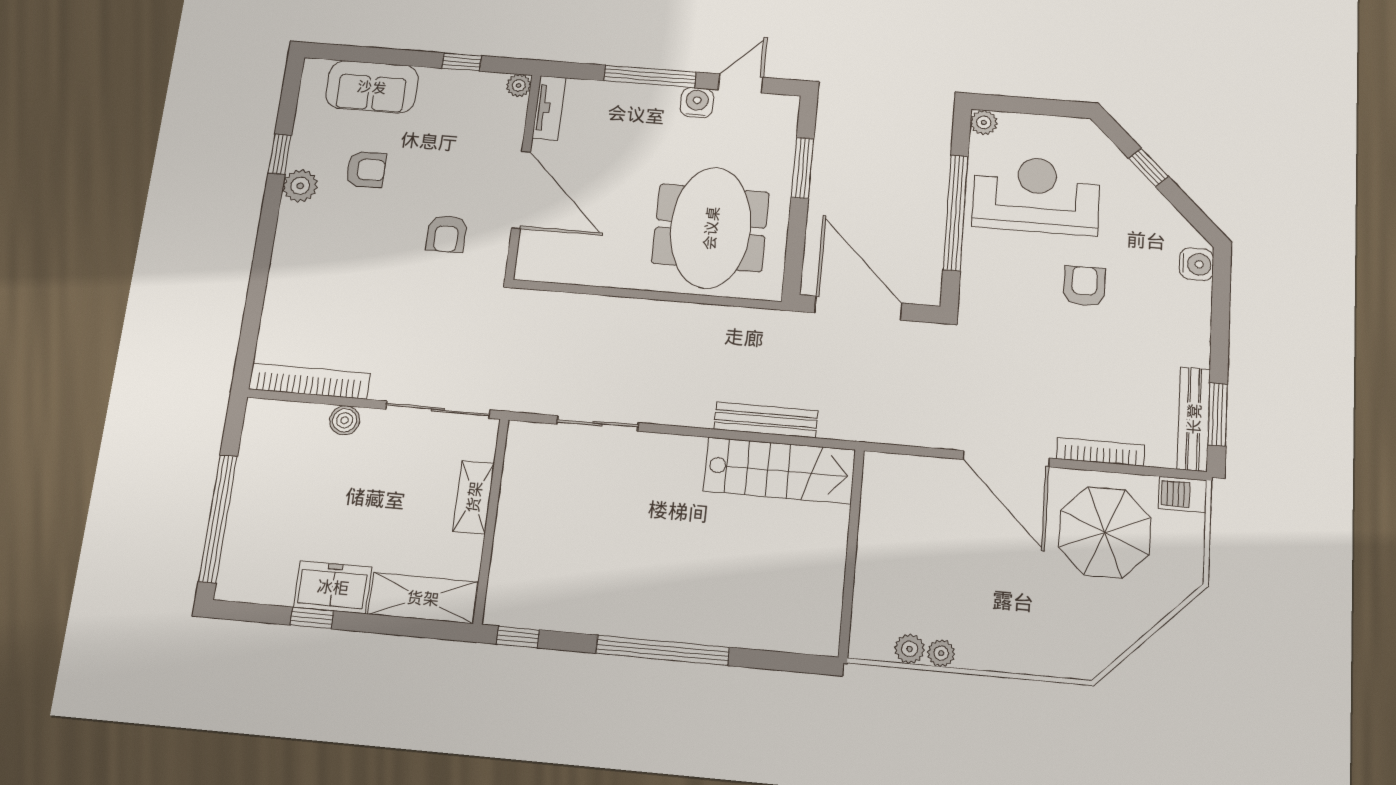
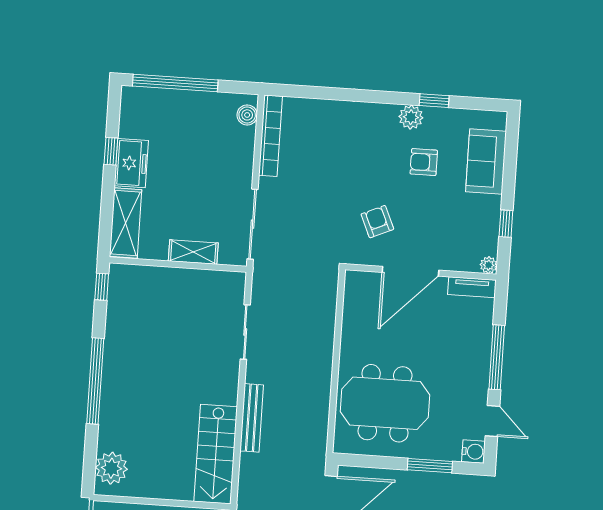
water cooler: (697, 103) -> (473, 452), moved
armchair: (366, 169) -> (424, 162), turned 90
armchair: (447, 234) -> (377, 222), turned 66
boiler: (345, 420) -> (247, 115), moved
bench: (766, 420) -> (252, 418), moved
plant: (798, 628) -> (111, 468), added

